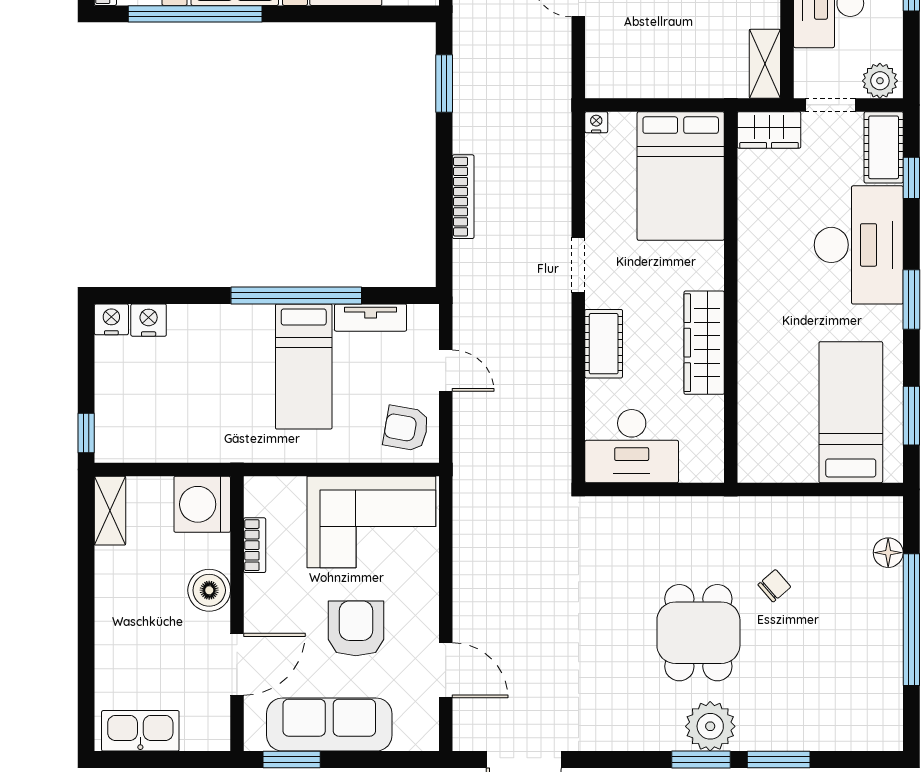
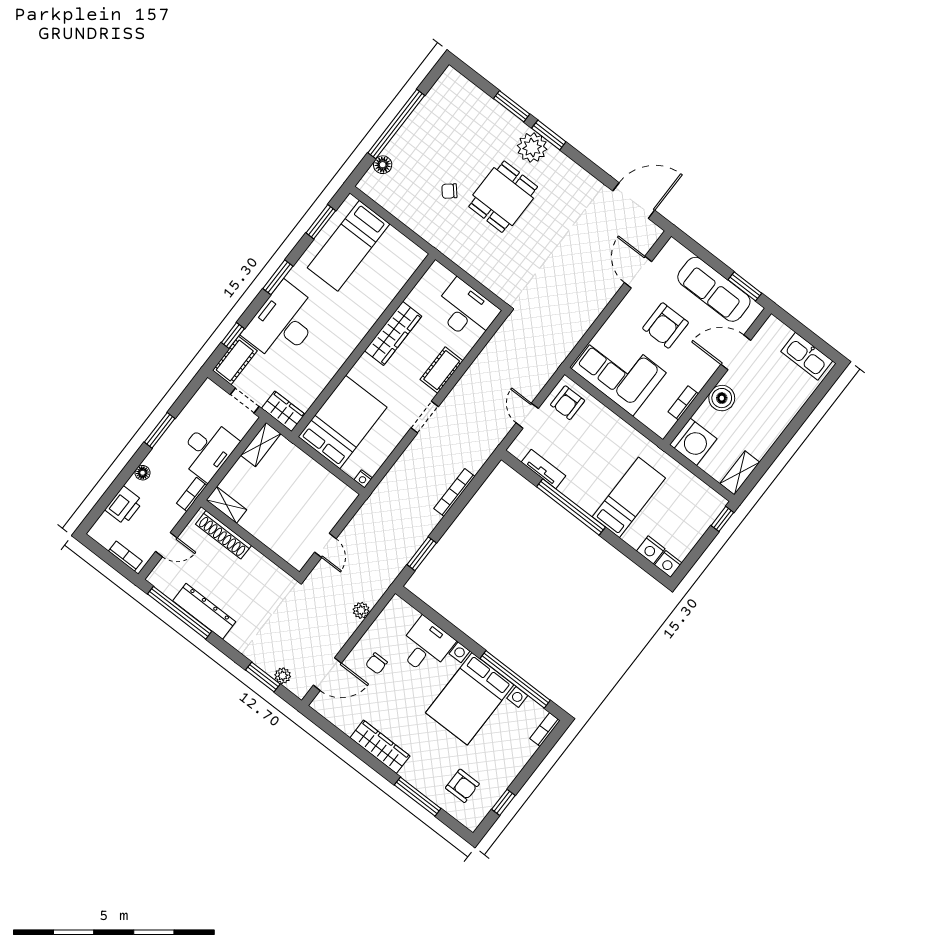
plant: (880, 81) -> (212, 394), removed
bed: (304, 367) -> (629, 497), moved
armchair: (406, 428) -> (568, 403), turned 80

